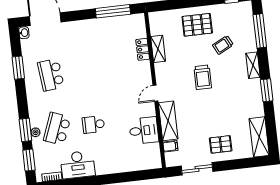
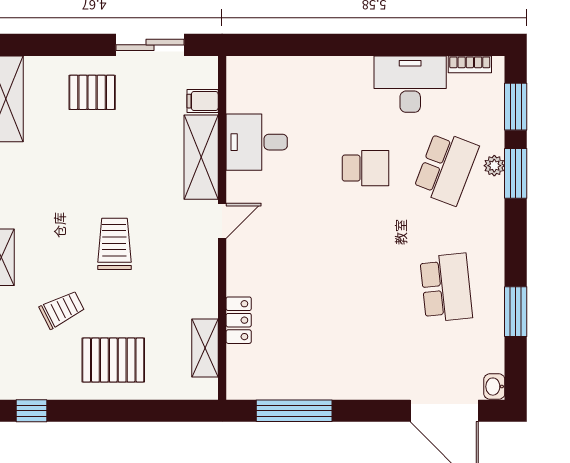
shelving: (158, 49) -> (205, 348), moved

